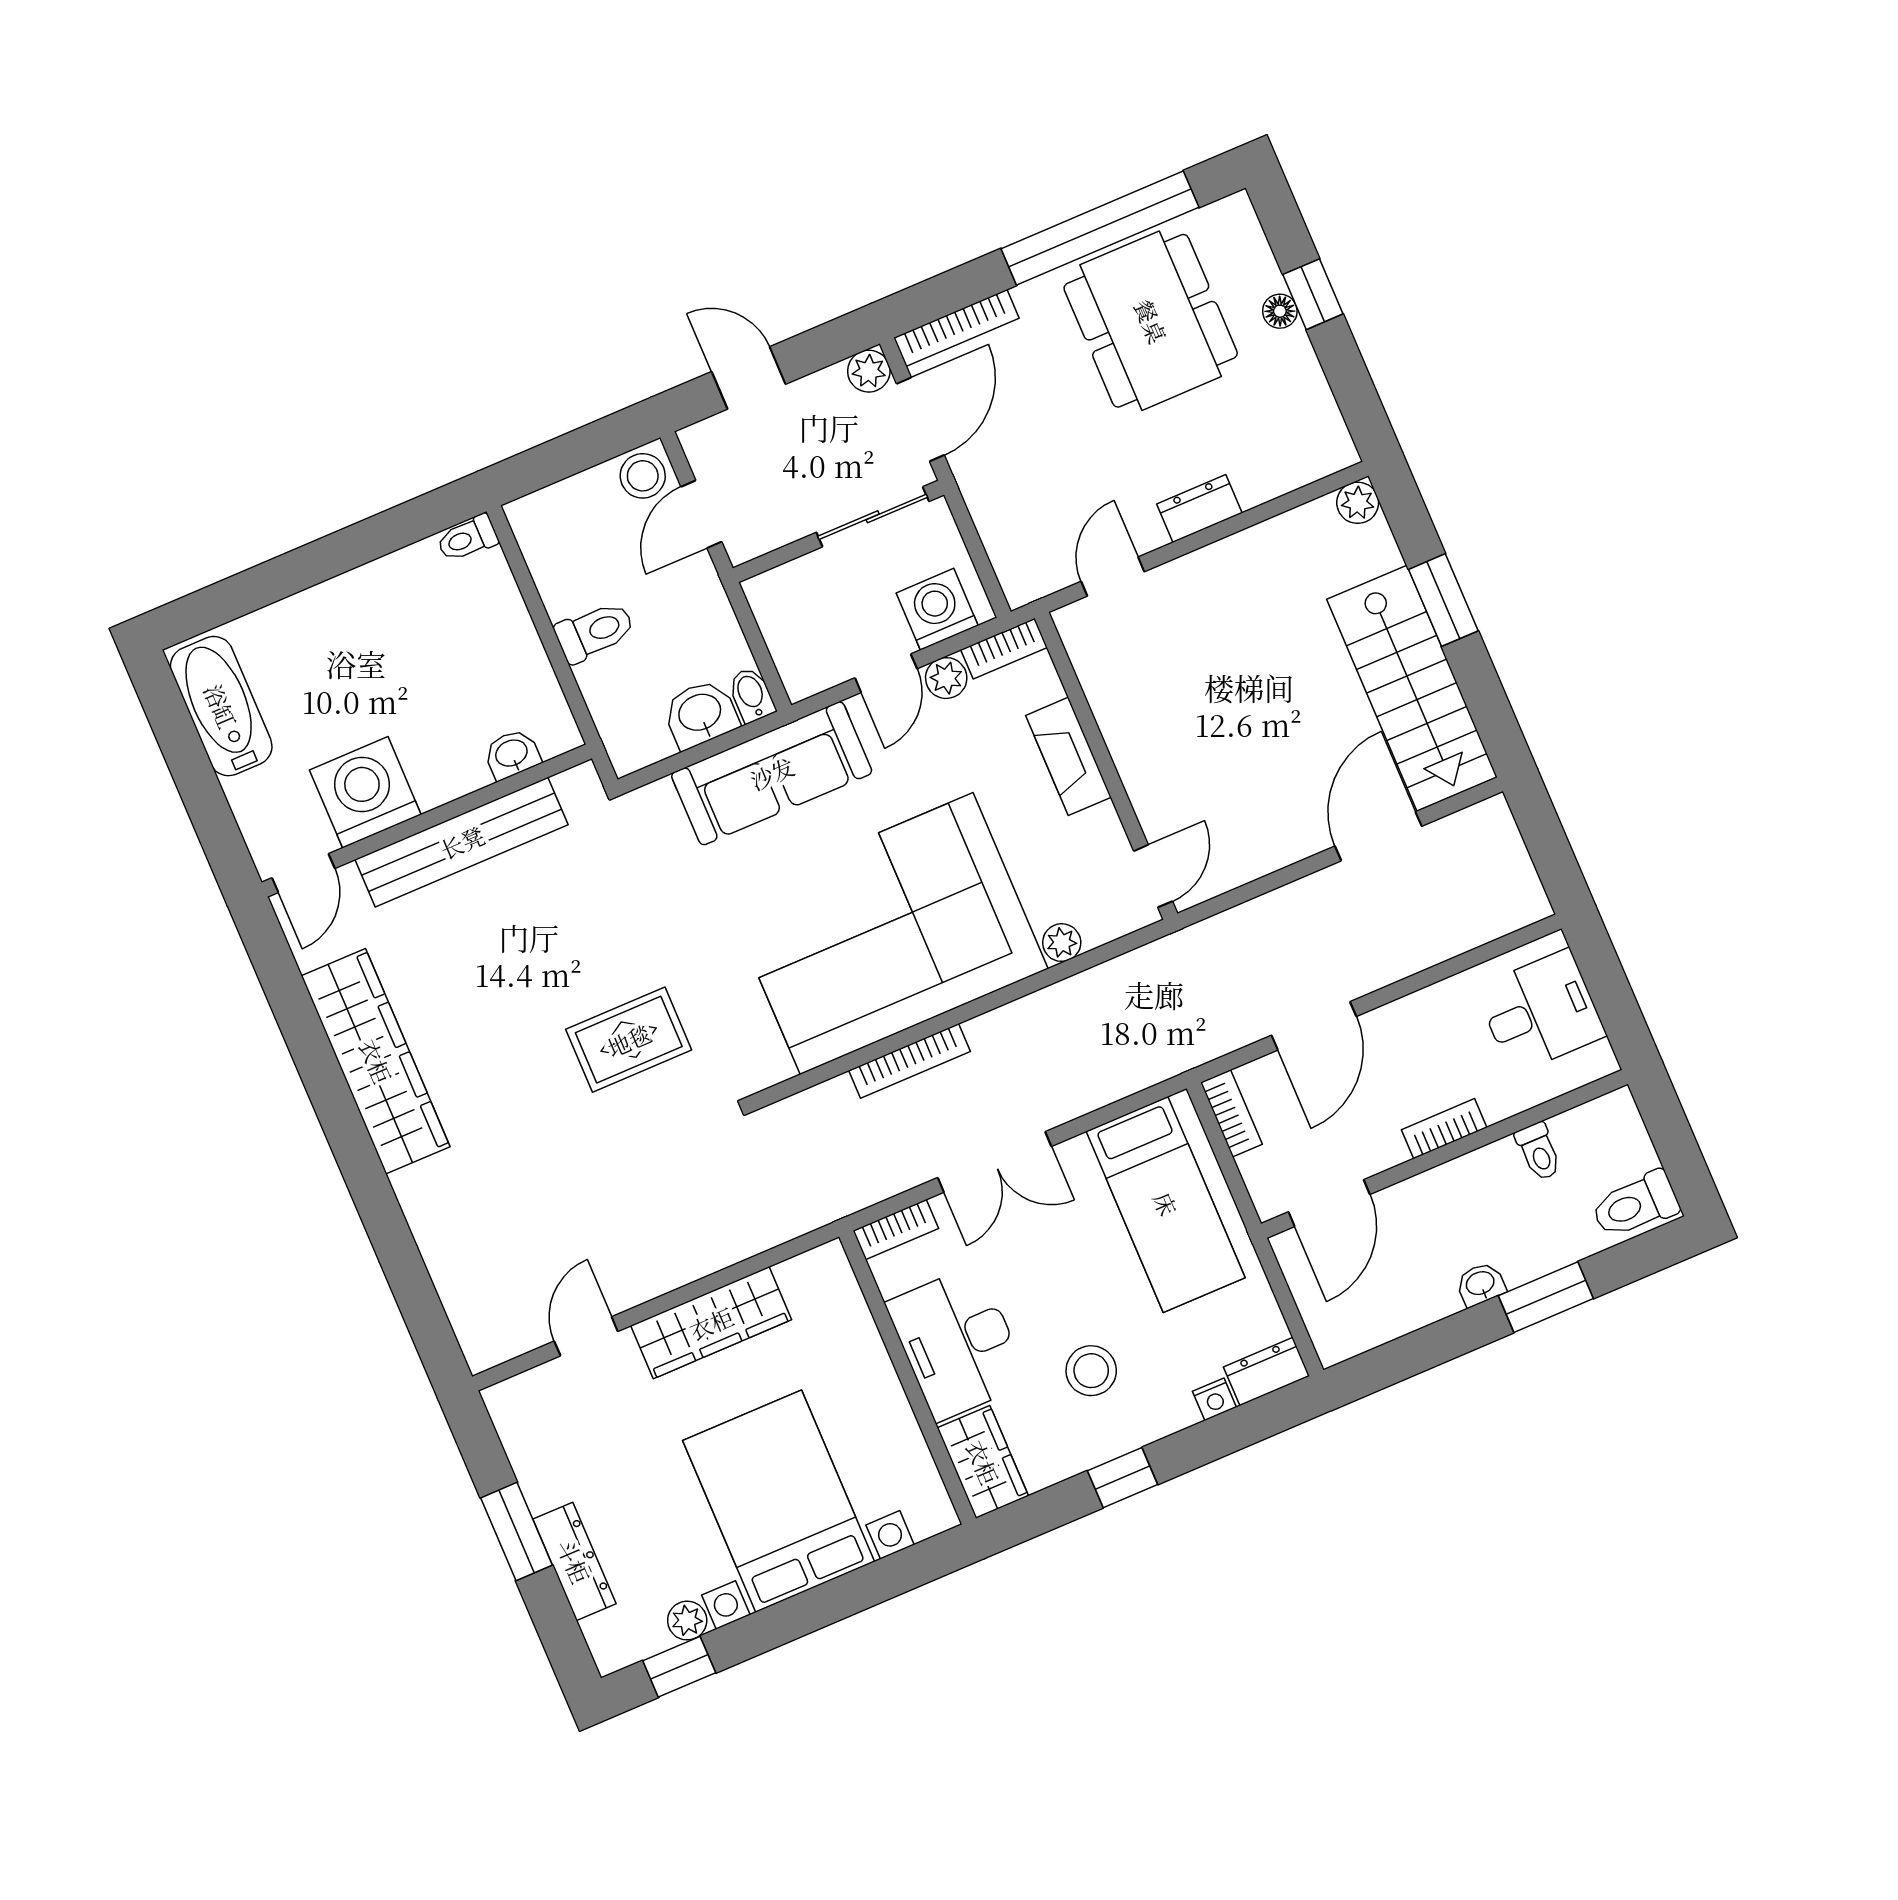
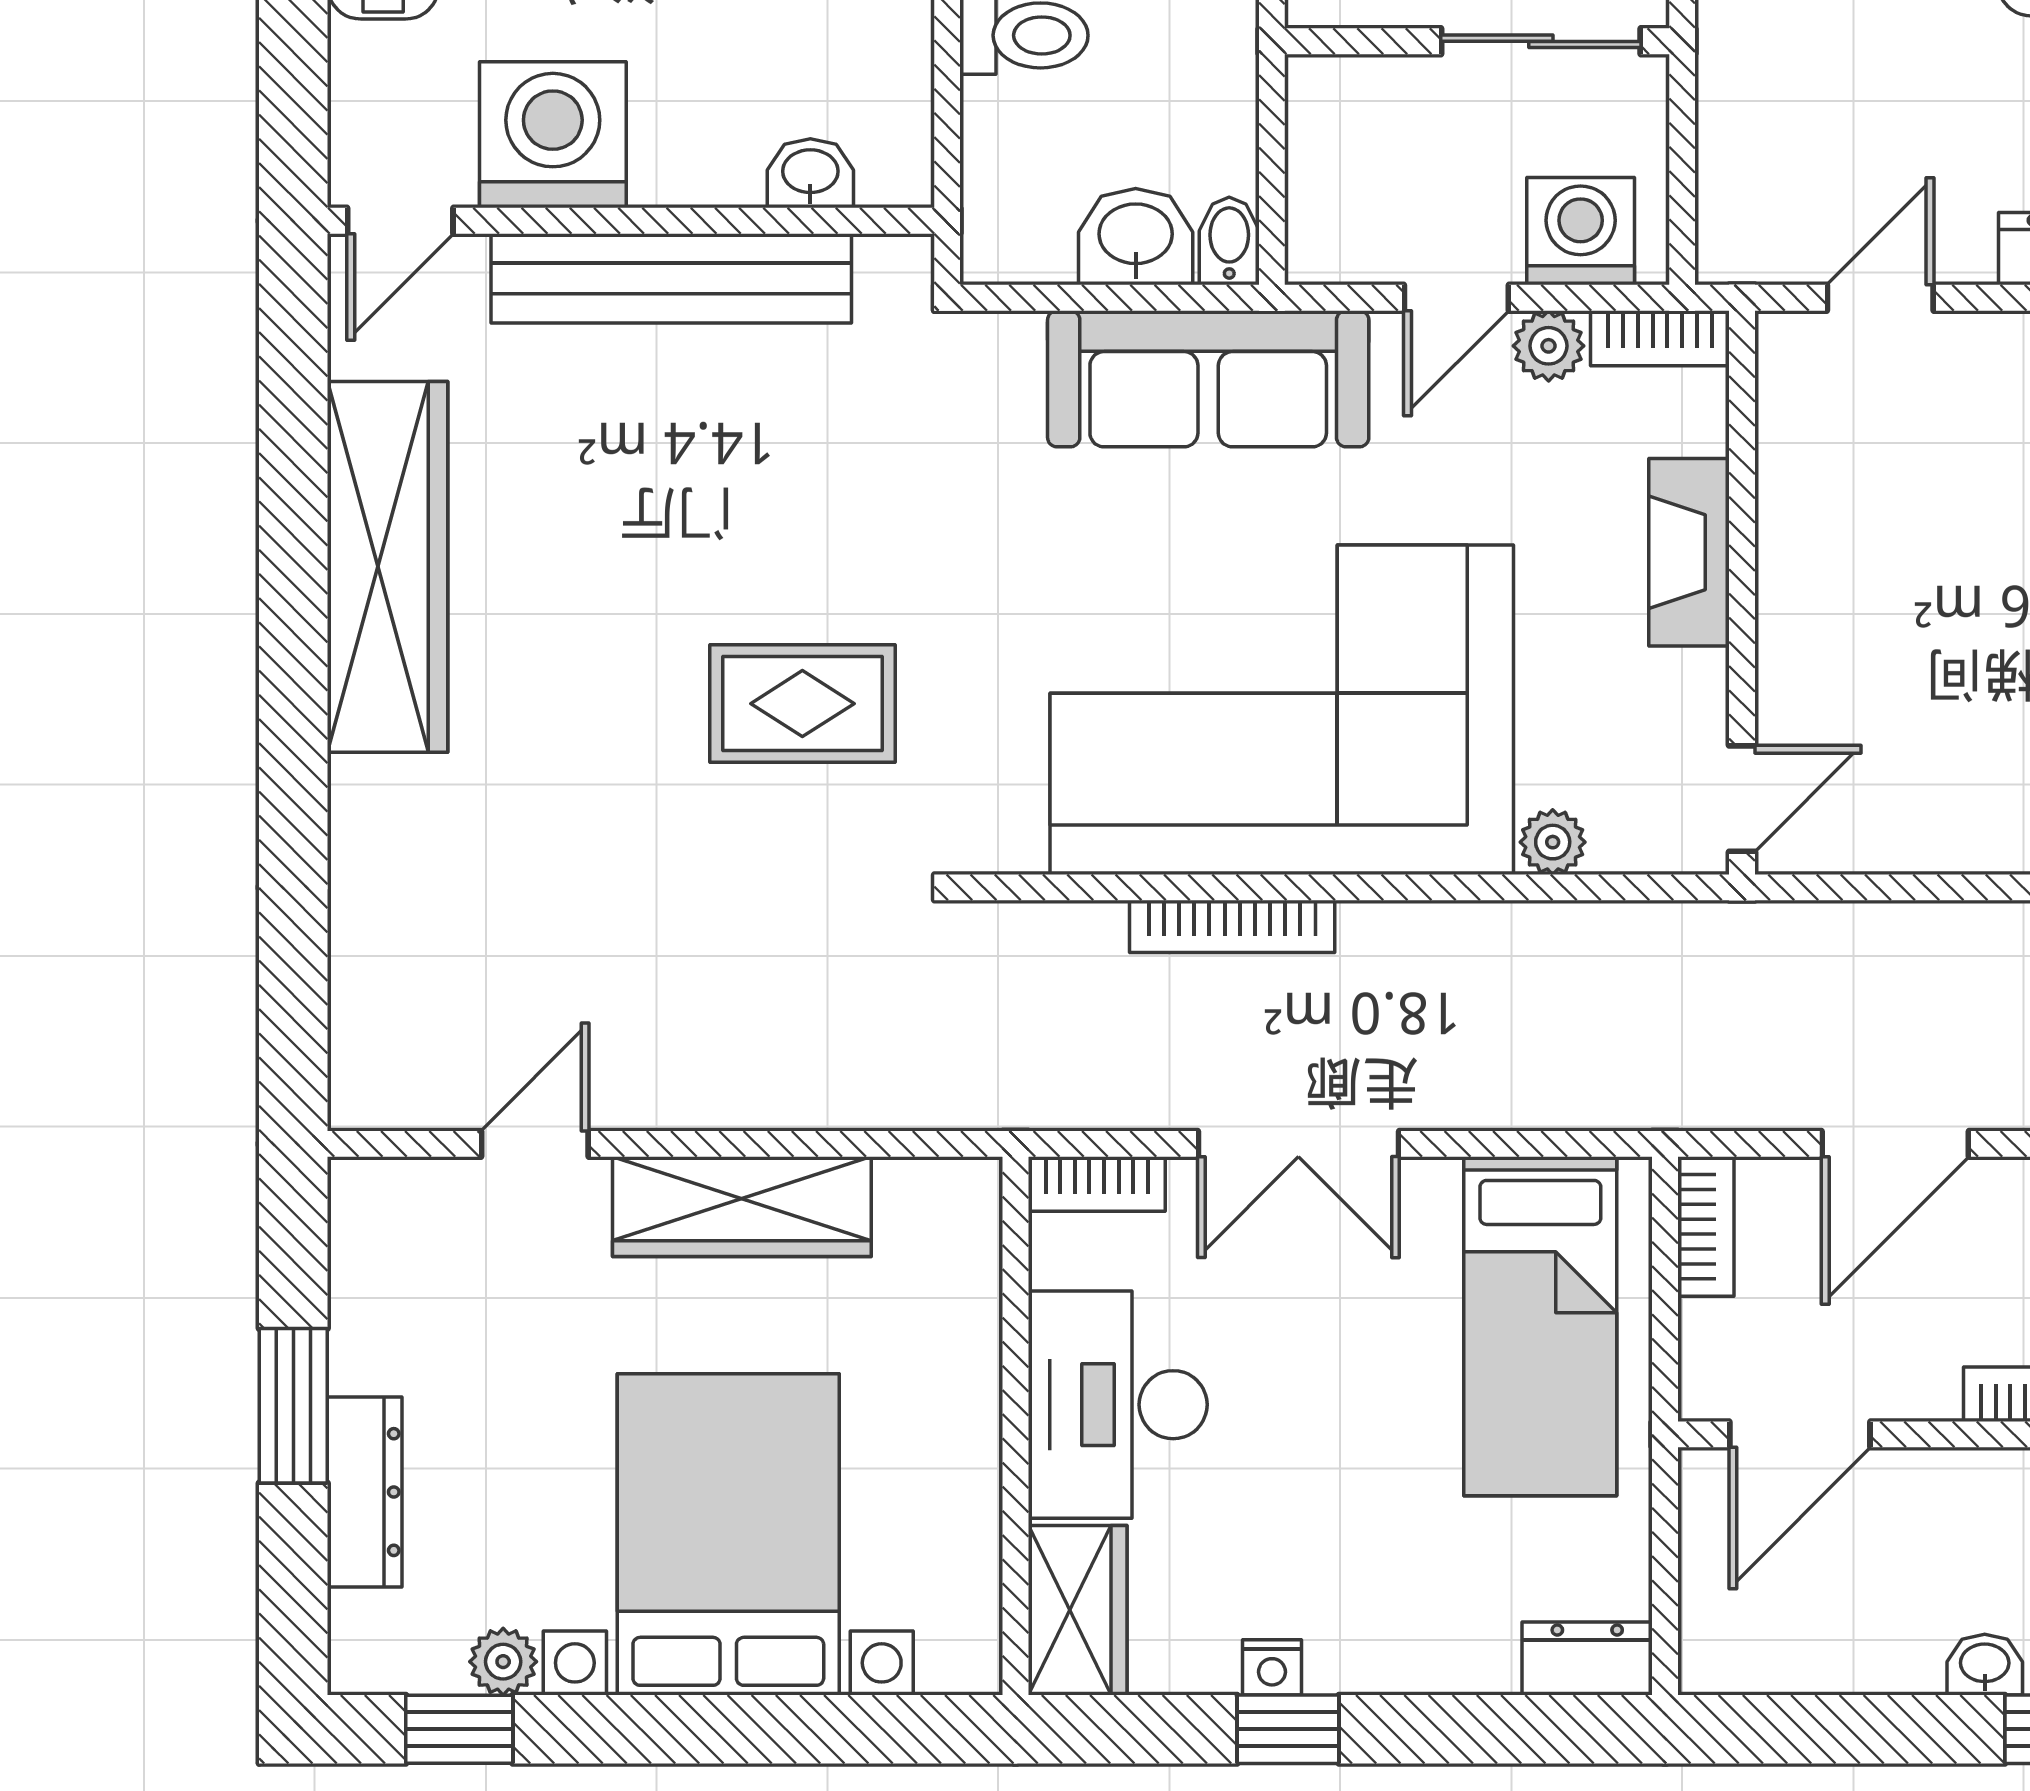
stool: (1091, 1371) -> (1311, 1539), removed
nightstand: (1214, 1399) -> (1272, 1667), moved

